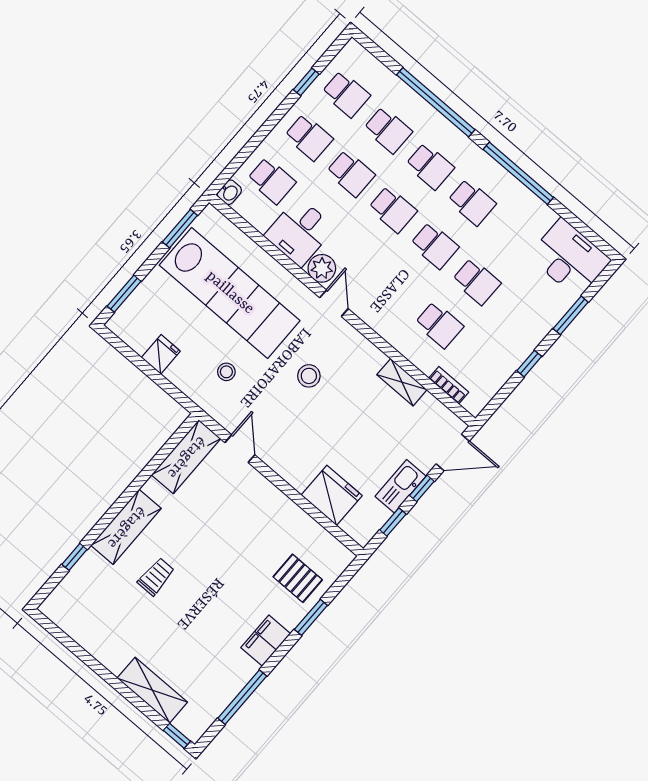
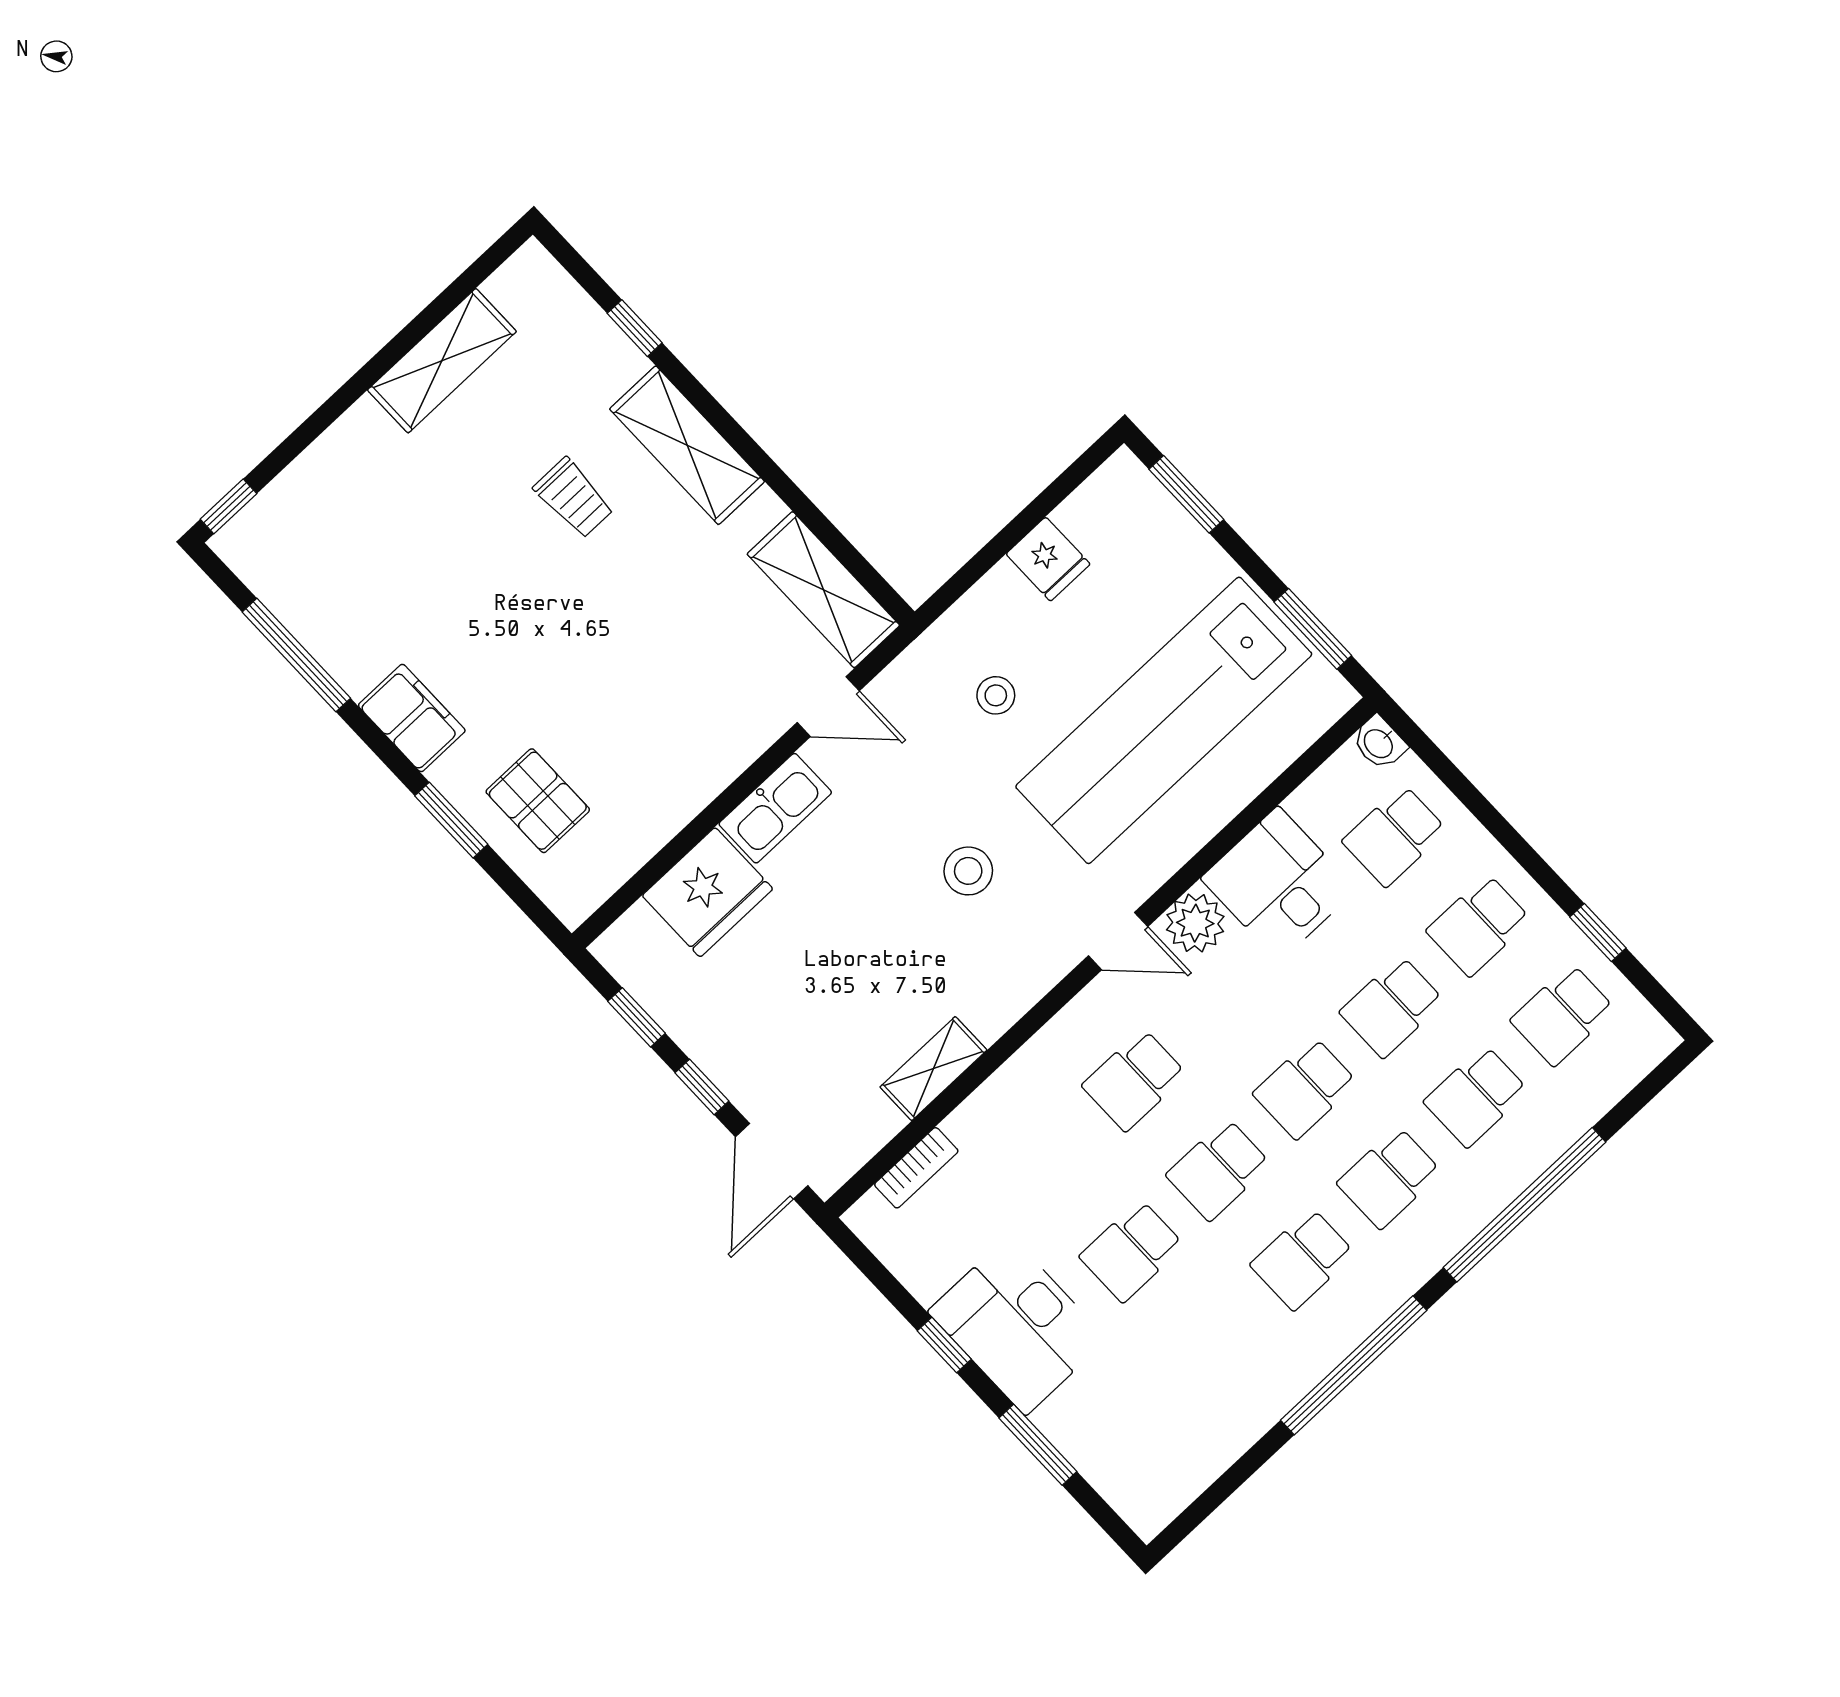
desk: (569, 258) -> (1017, 1325), moved, turned 90
school desk: (439, 325) -> (1134, 1080), moved
kitchen sink: (401, 486) -> (775, 808), moved, turned 90
pallet: (298, 578) -> (538, 801), turned 90
shelving: (152, 690) -> (442, 361), moved

